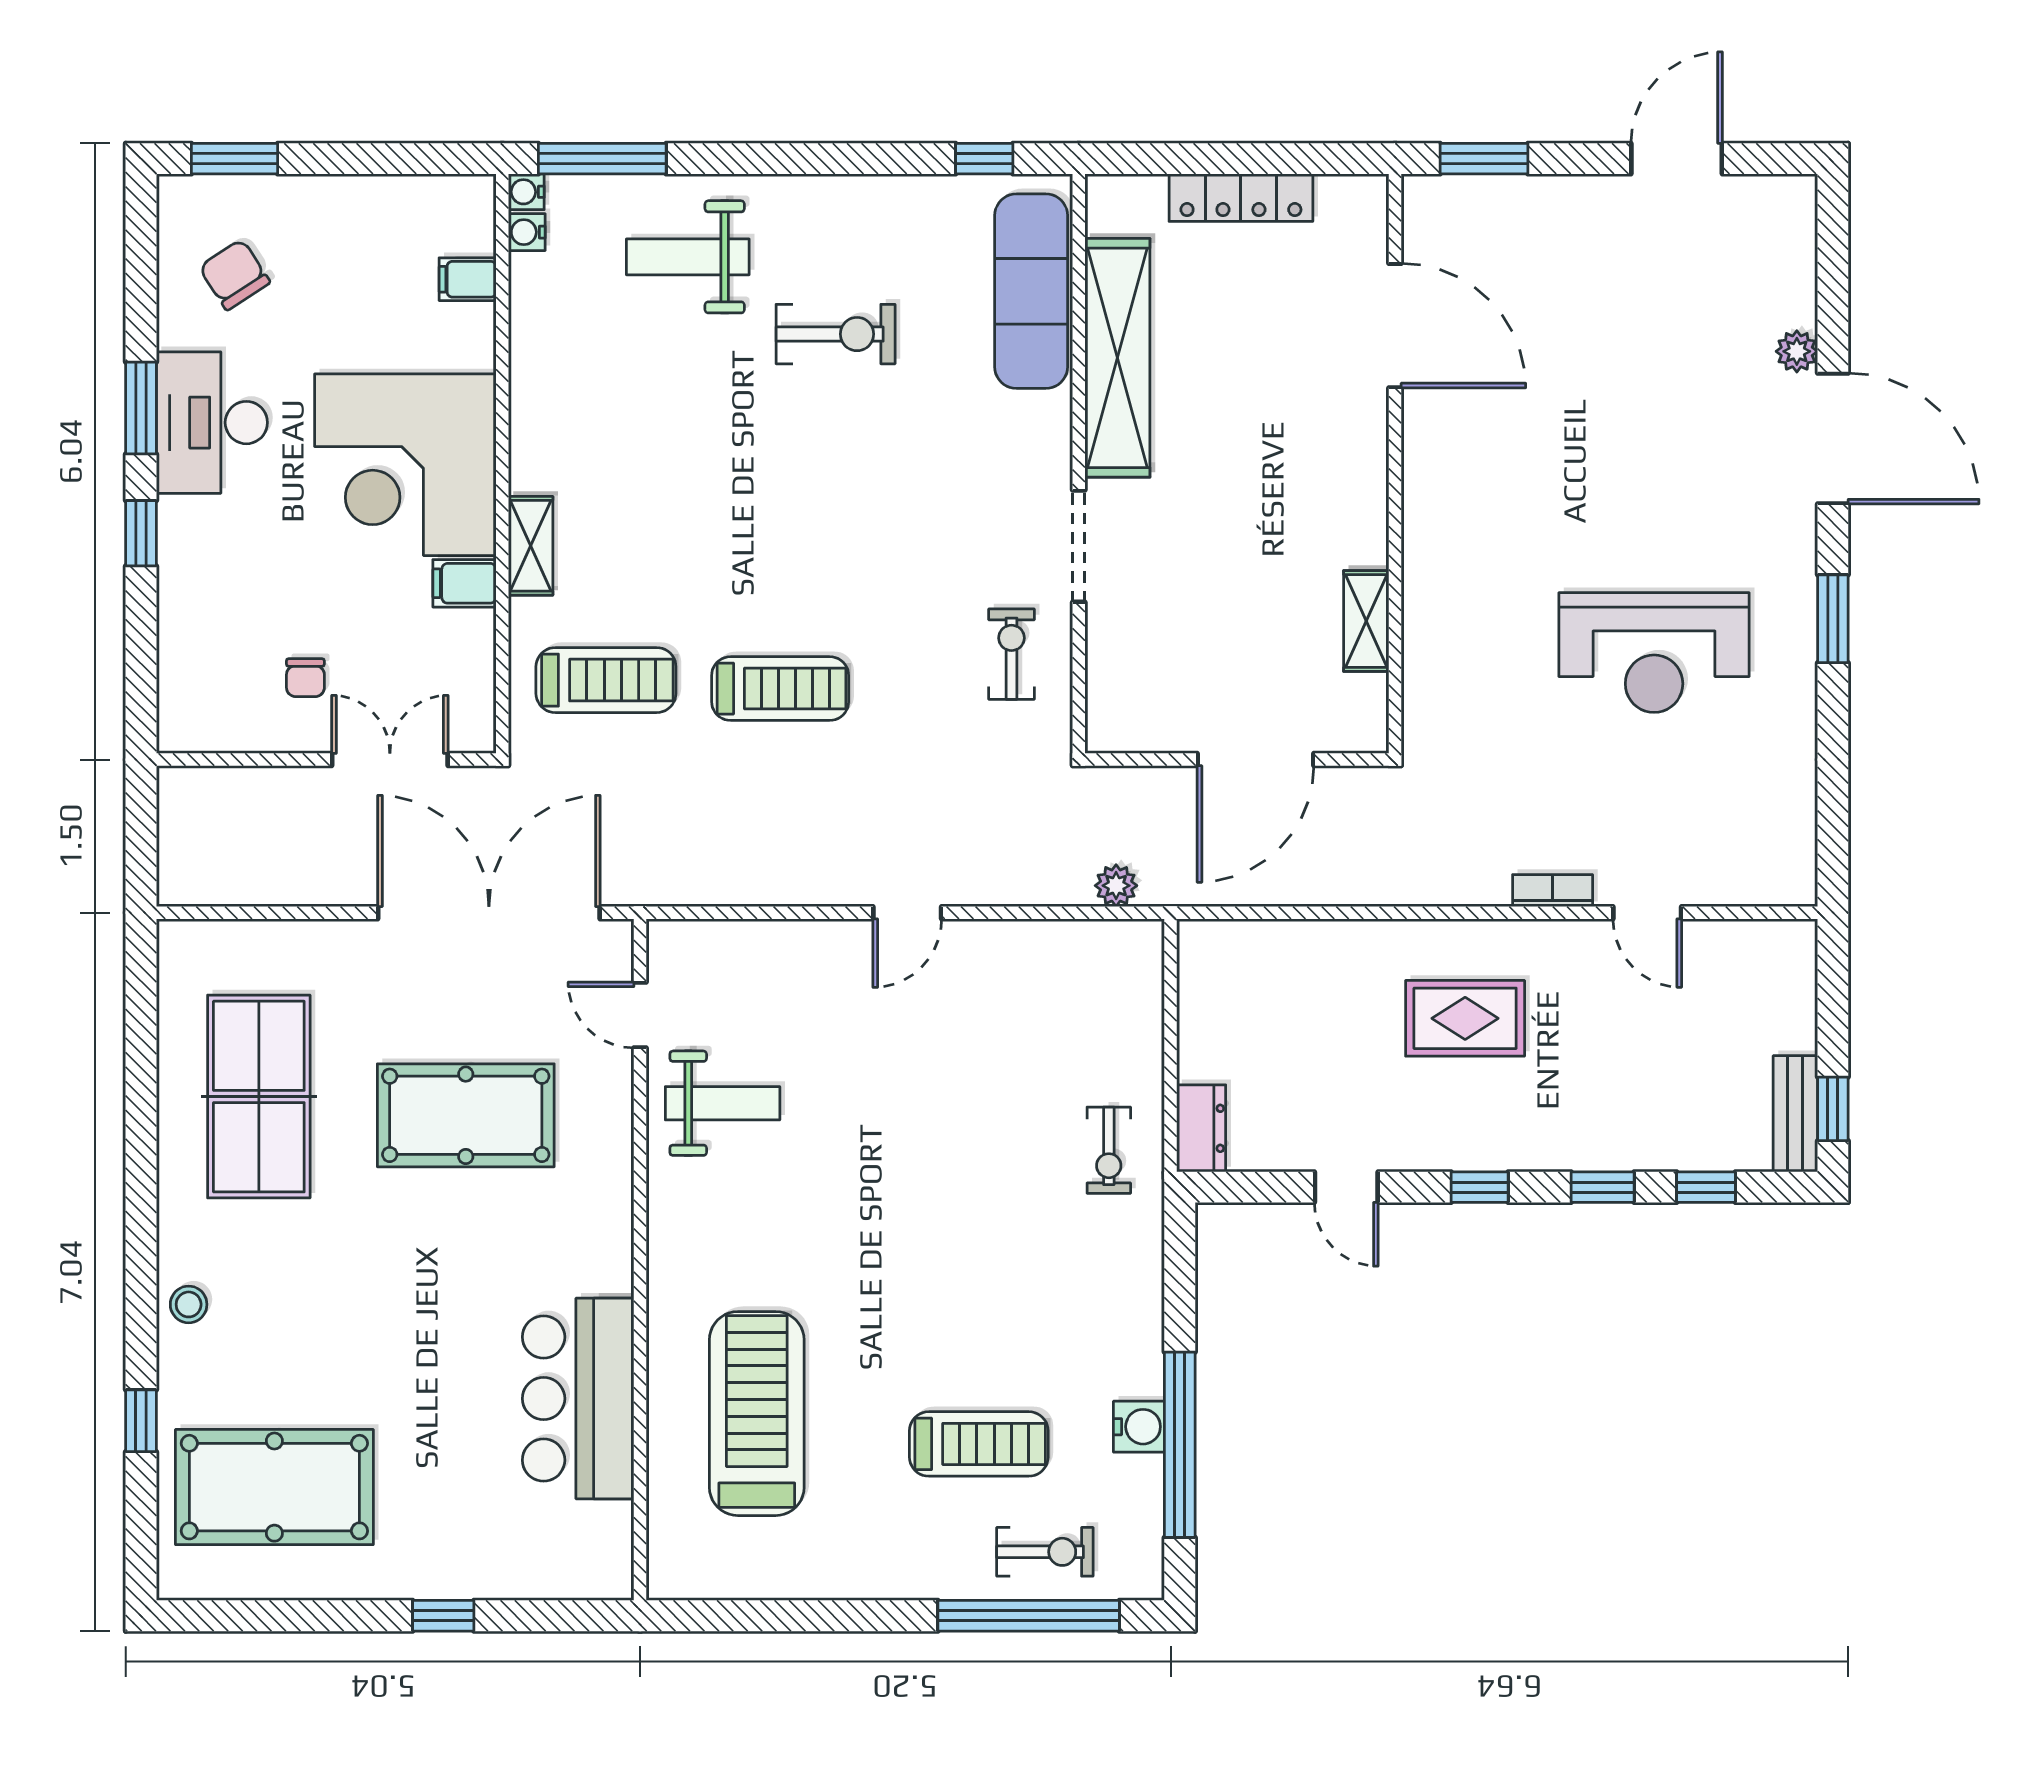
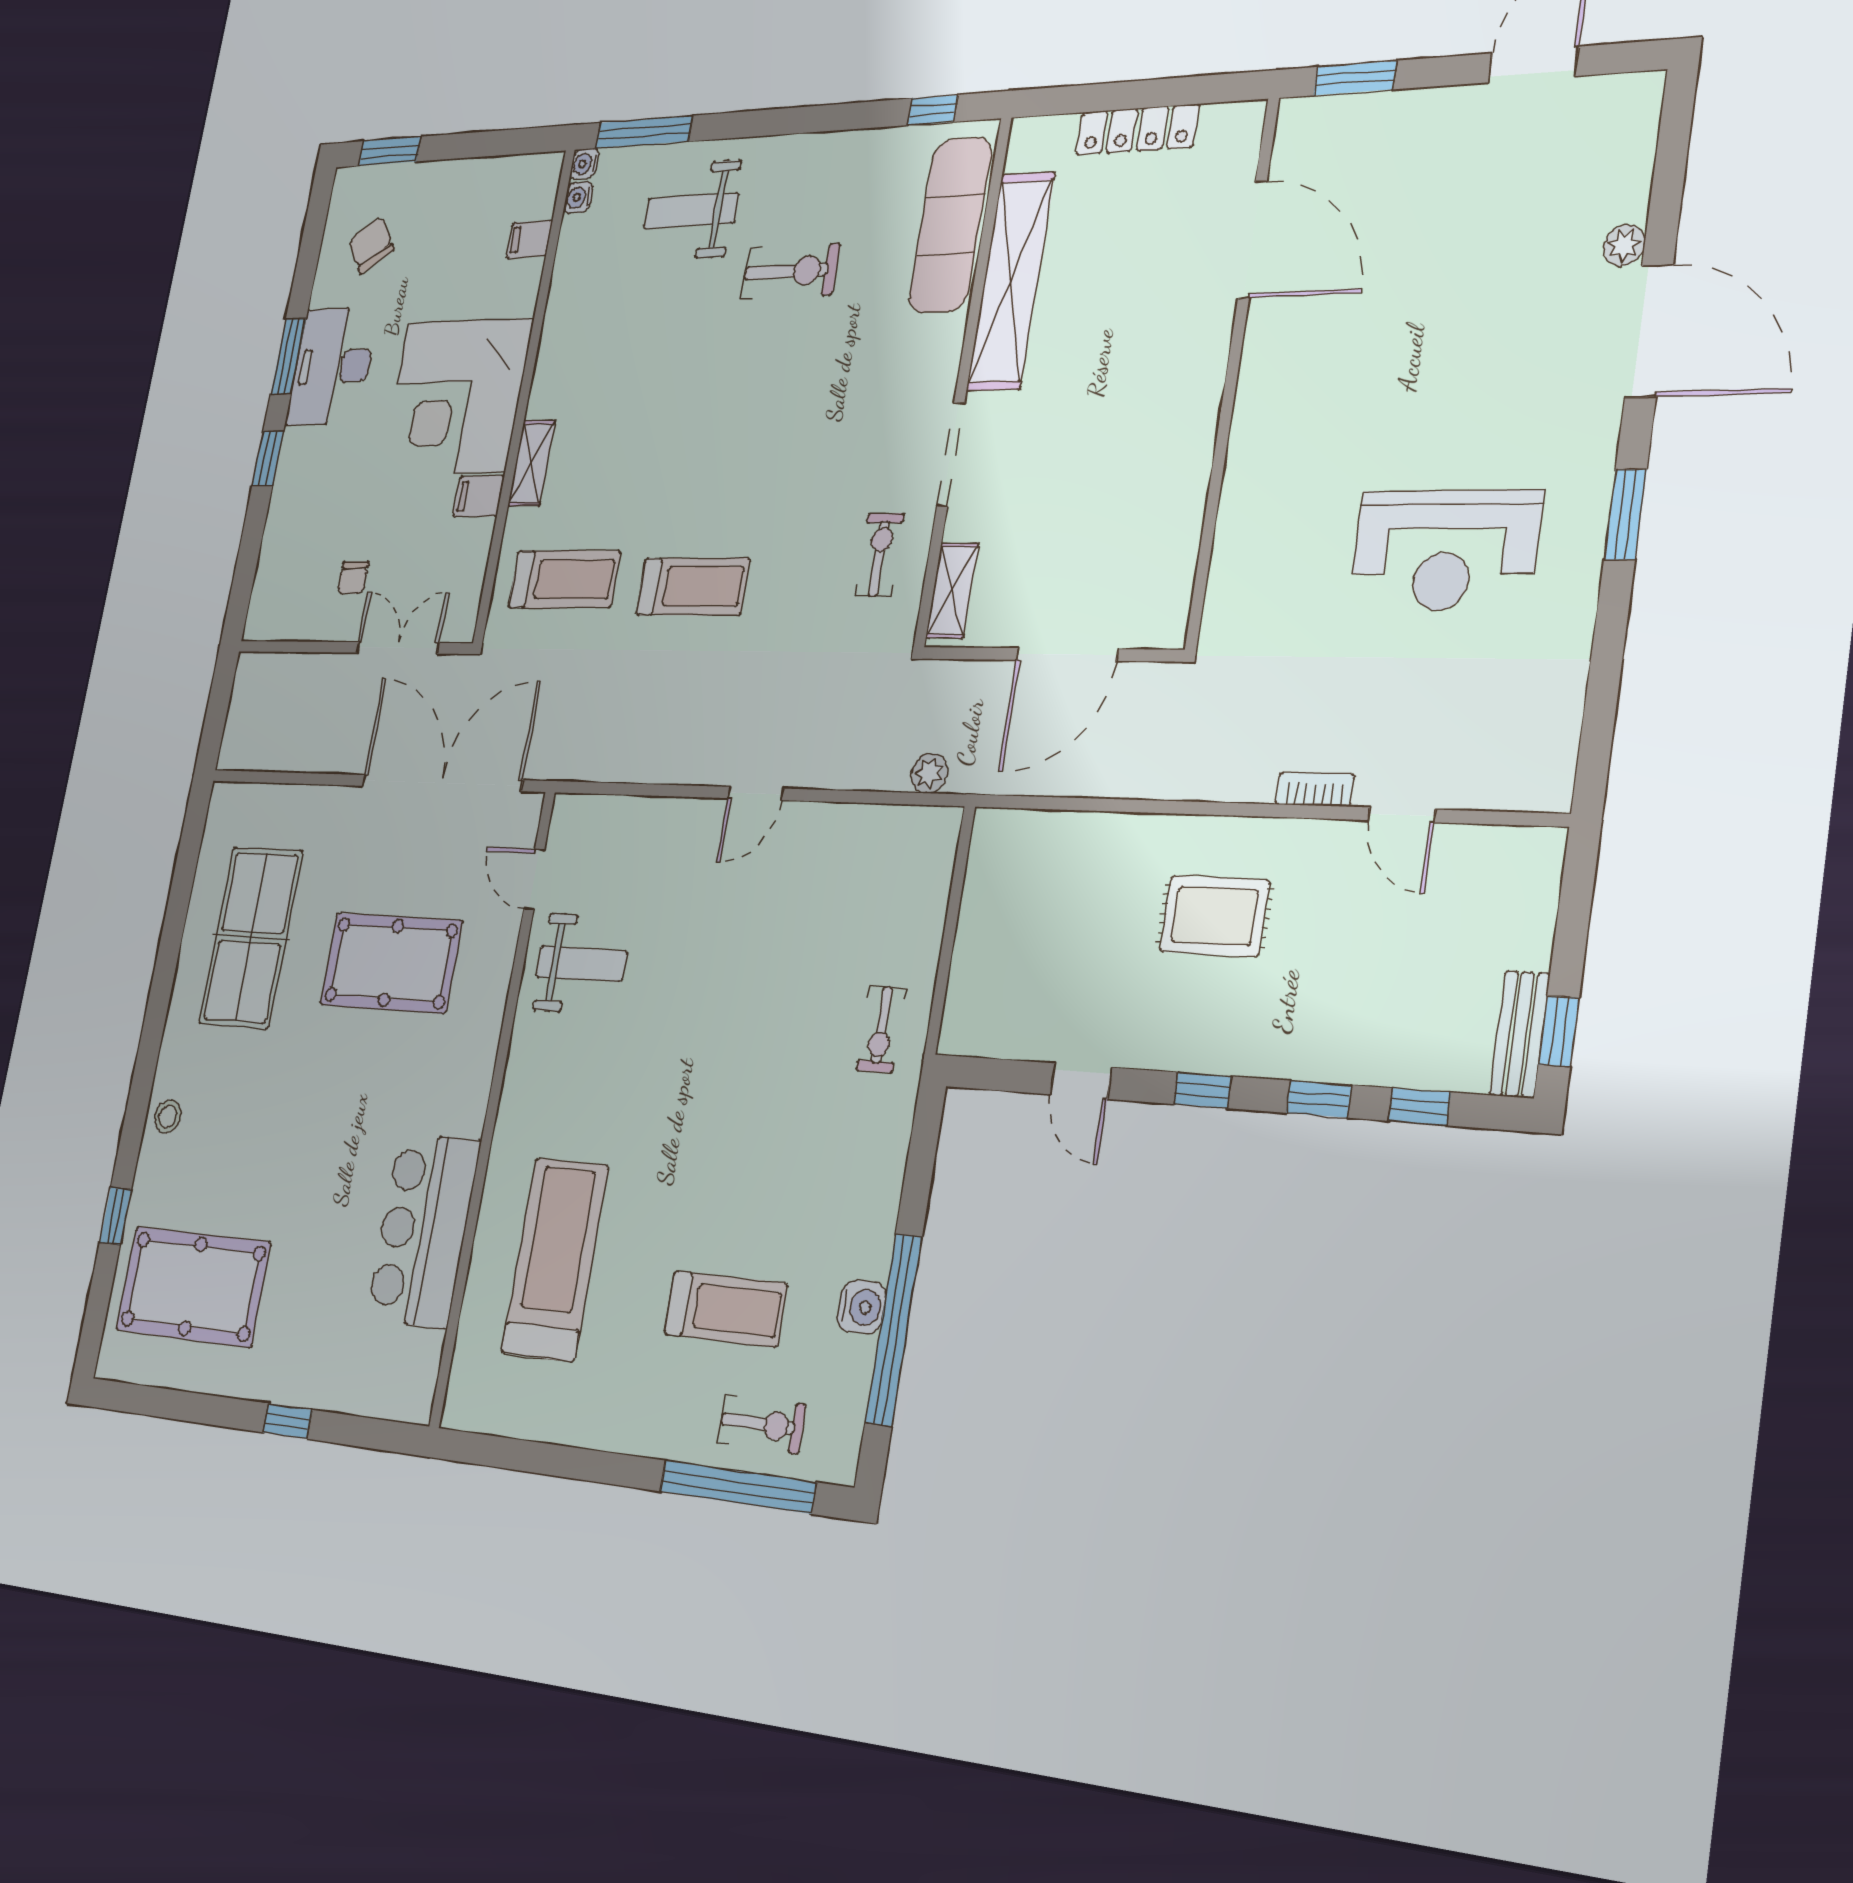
shelving: (1366, 621) -> (952, 591), moved
dresser: (1201, 1128) -> (963, 1013), removed

